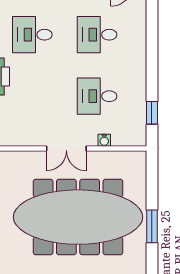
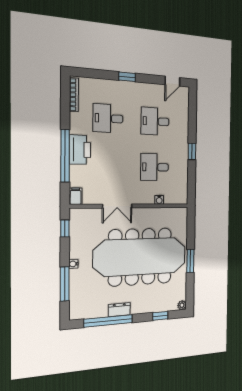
window: (152, 113) -> (192, 151), moved
double door: (66, 149) -> (117, 206), moved

